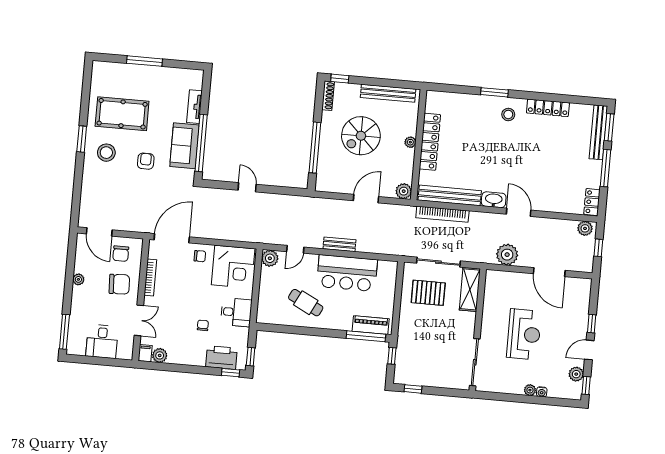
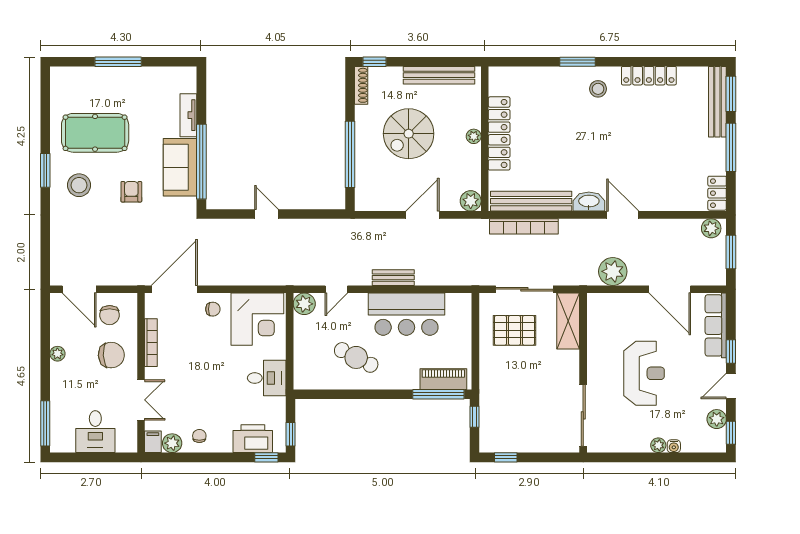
window: (598, 248) -> (731, 252), width x1.50
row of seats: (582, 303) -> (716, 325), added
chair: (203, 325) -> (199, 436), moved

